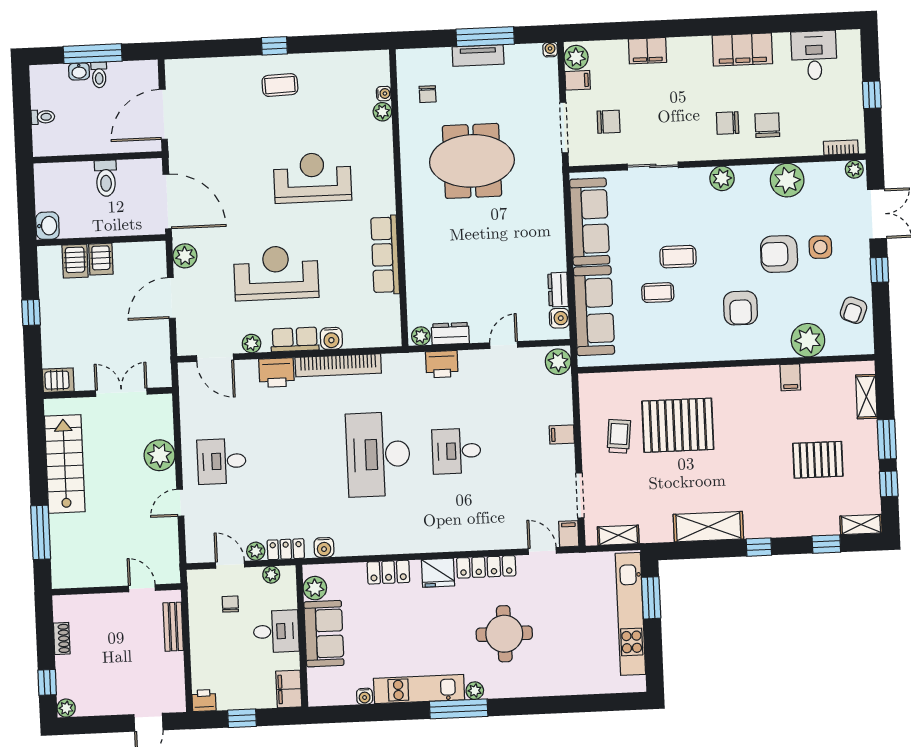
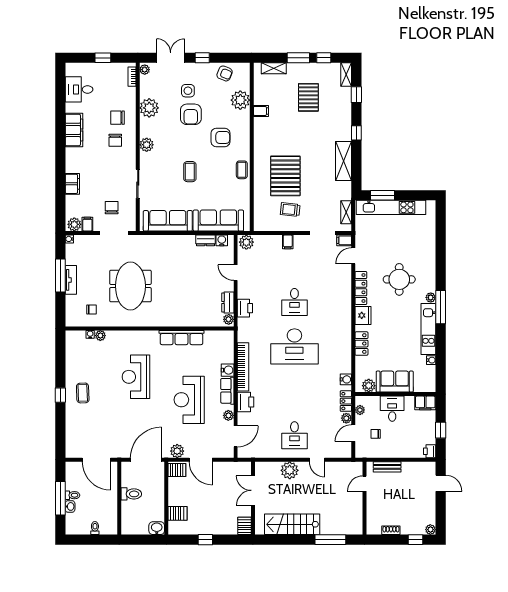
server rack: (101, 259) -> (177, 470), moved
coffee table: (658, 293) -> (242, 170), moved

